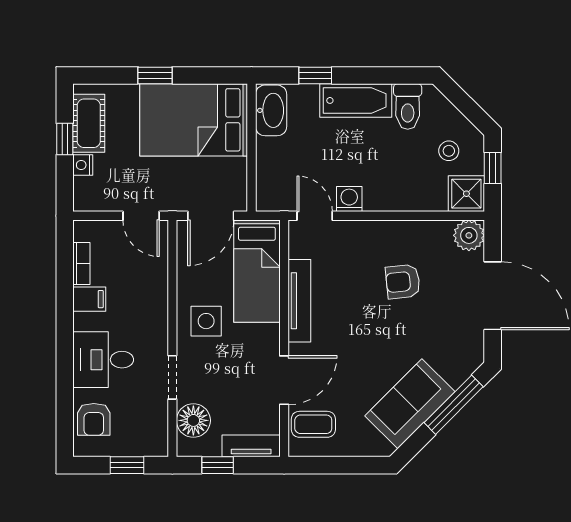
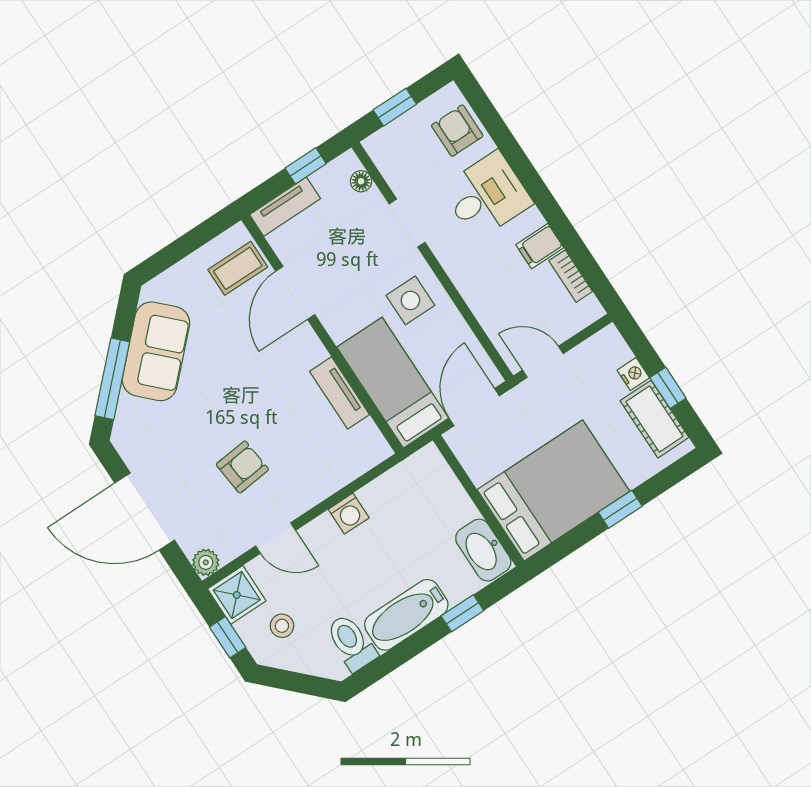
door: (315, 216) -> (276, 538), moved
plant: (469, 235) -> (206, 562), width x0.73, depth x0.73
tv unit: (299, 301) -> (340, 393), width x0.71
floor lamp: (193, 420) -> (361, 181), width x0.53, depth x0.53

